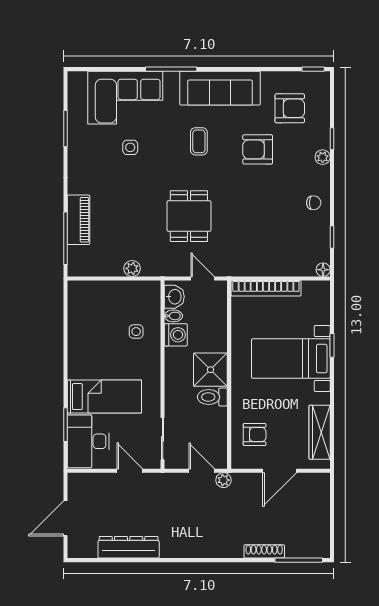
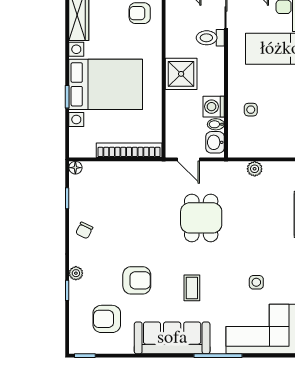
chair: (314, 203) -> (84, 230), turned -64
bed with nightstands: (291, 359) -> (106, 84), width x1.36
toilet: (212, 397) -> (210, 38), moved, turned 180

